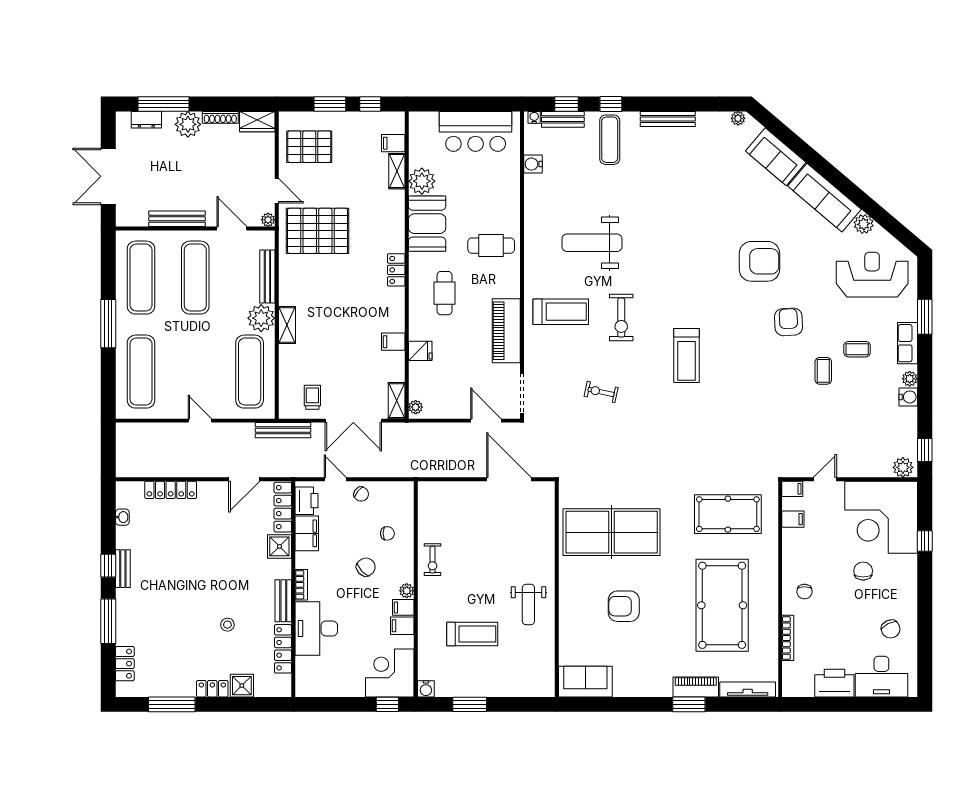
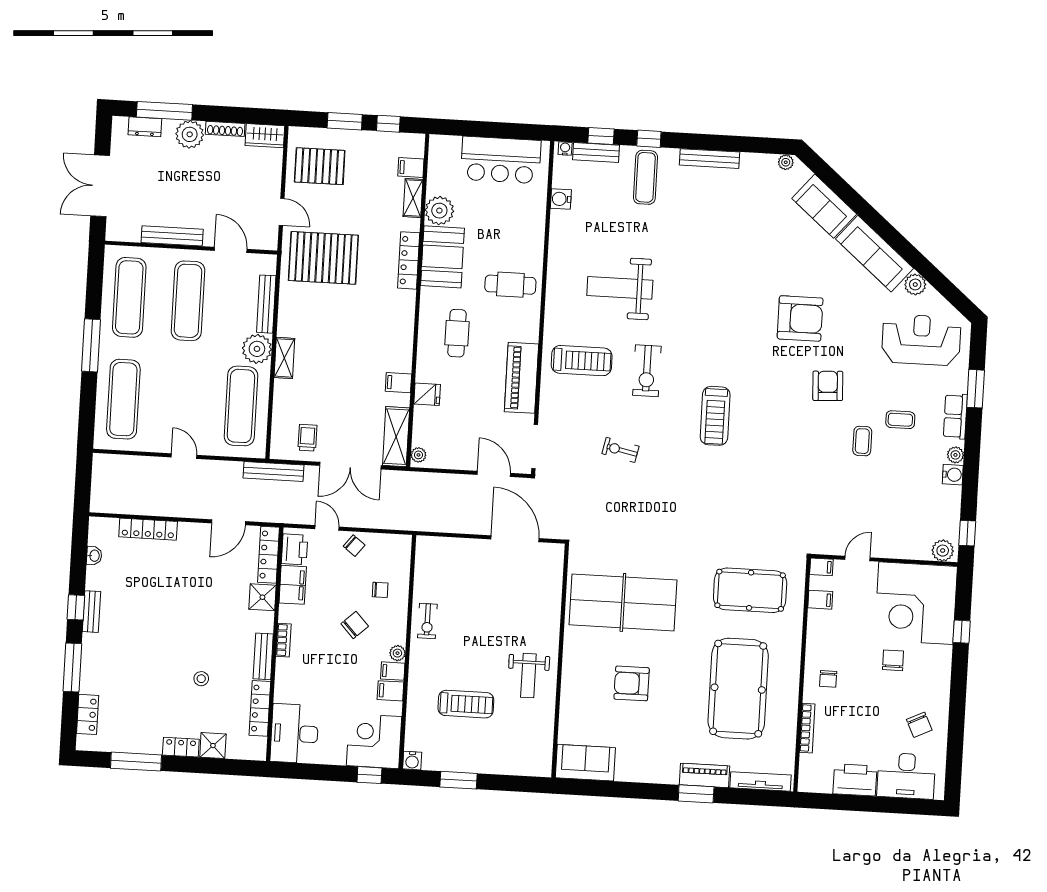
plant: (268, 220) -> (270, 243), removed
locker: (396, 270) -> (409, 260), moved, width x1.53
shelving: (397, 401) -> (396, 437), width x1.50, depth x1.33
desk: (316, 628) -> (294, 733), moved

